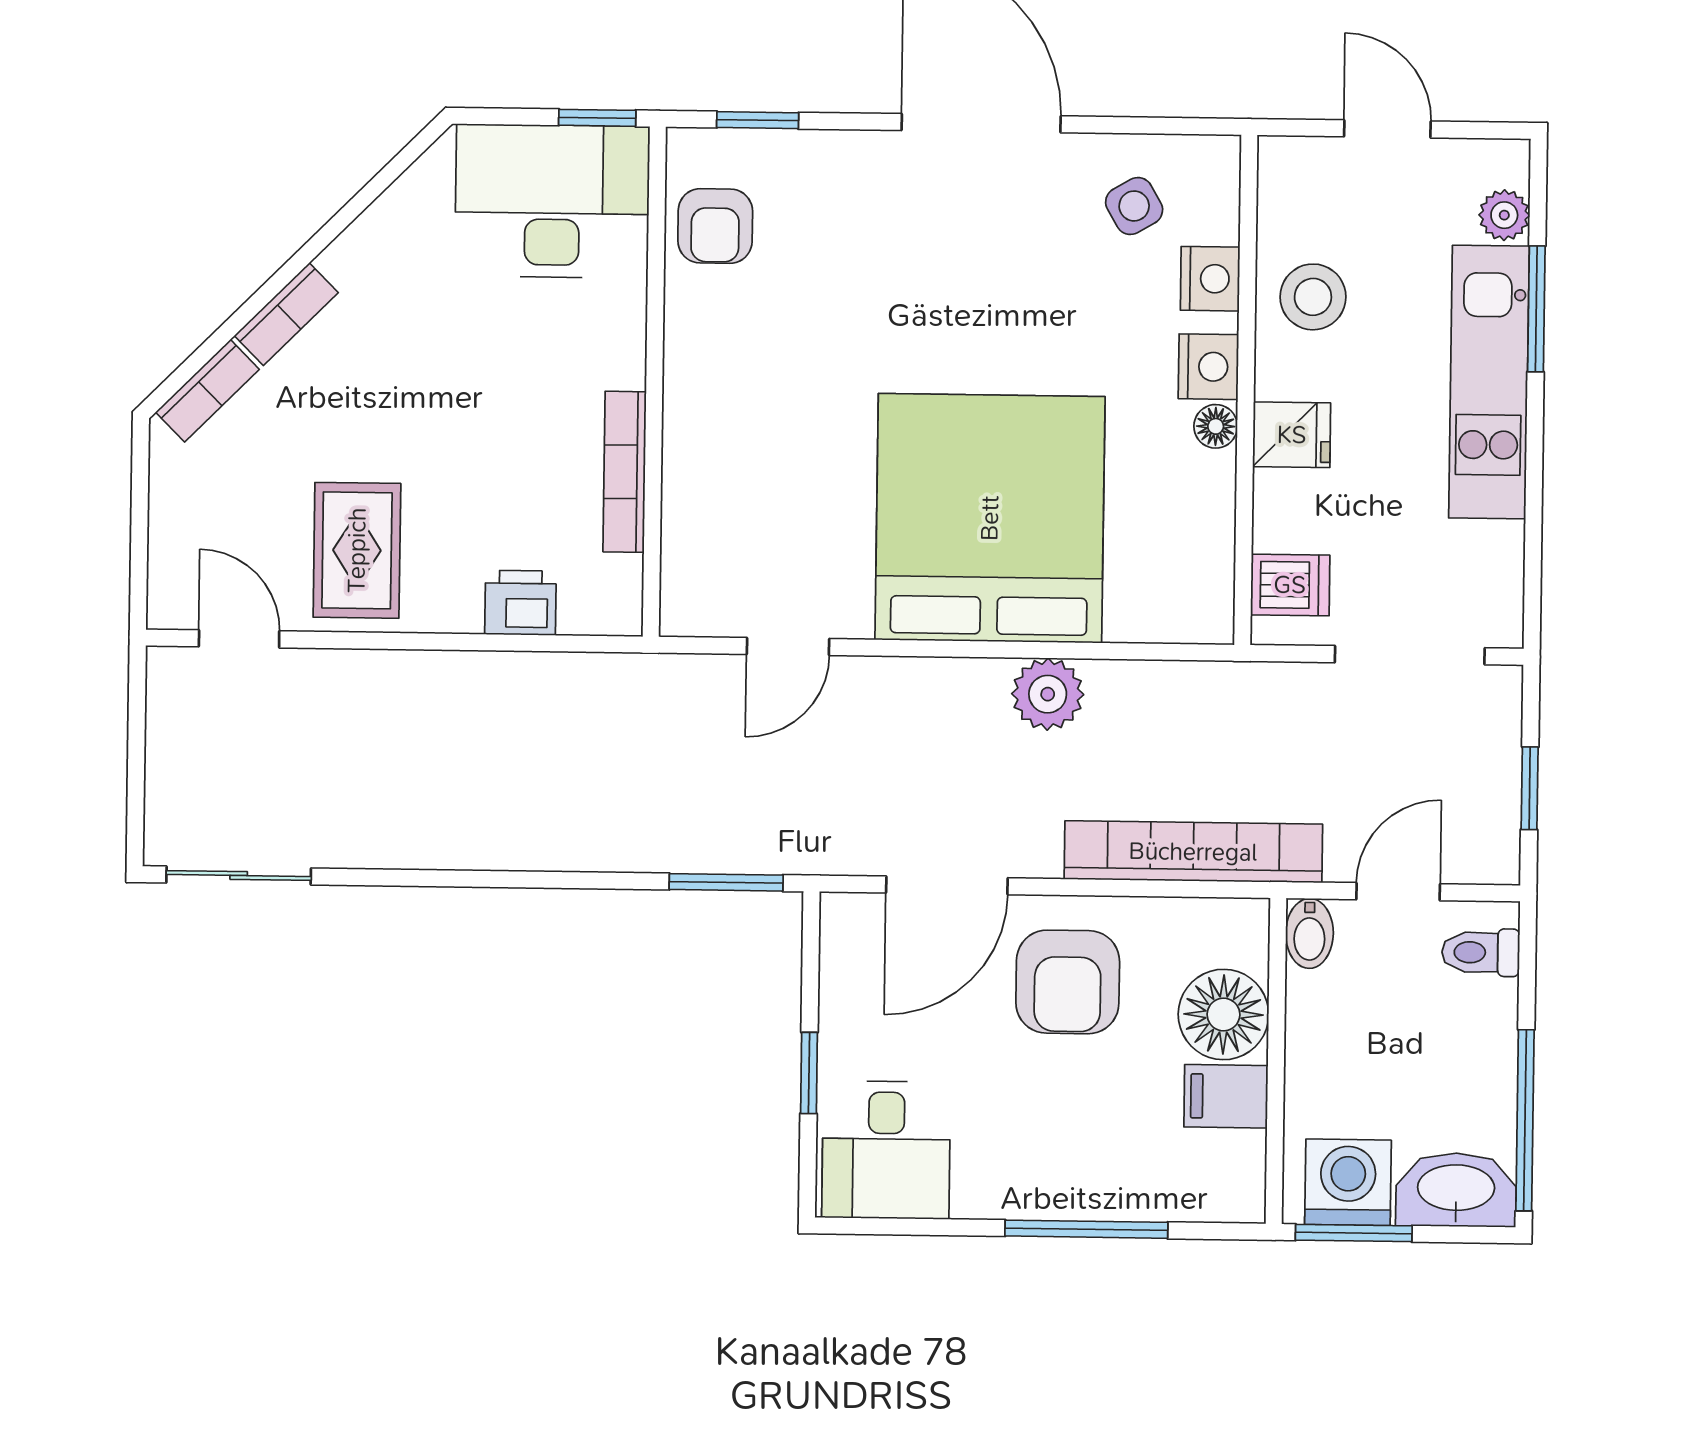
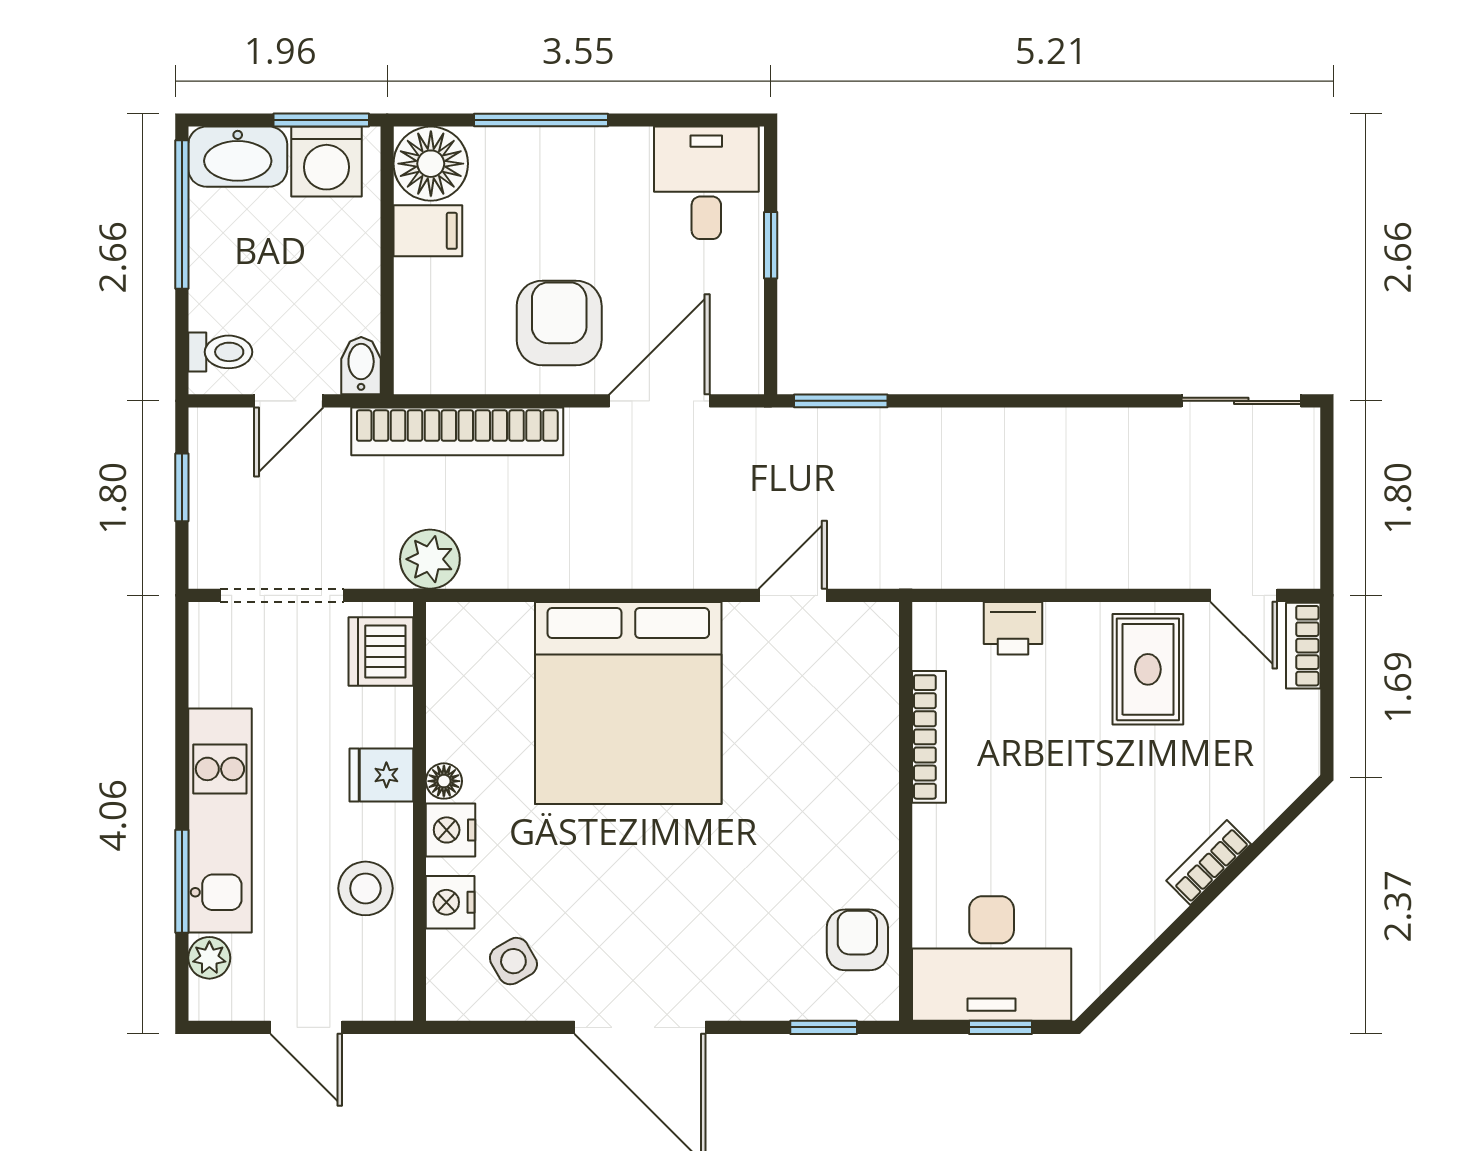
window: (597, 118) -> (1001, 1027), moved
bookcase: (207, 391) -> (1303, 646), moved, turned -45
dishwasher: (1290, 585) -> (381, 652), width x1.38
plant: (1048, 694) -> (430, 559), moved
floor lamp: (1223, 1014) -> (431, 164), moved

